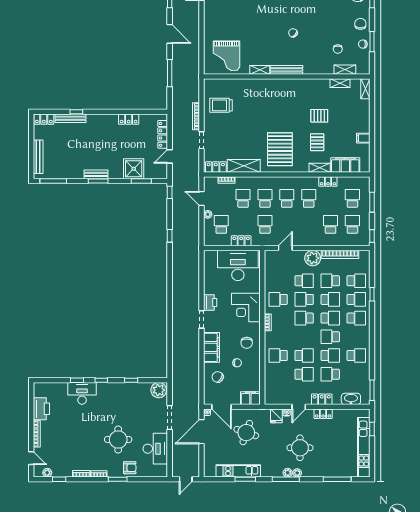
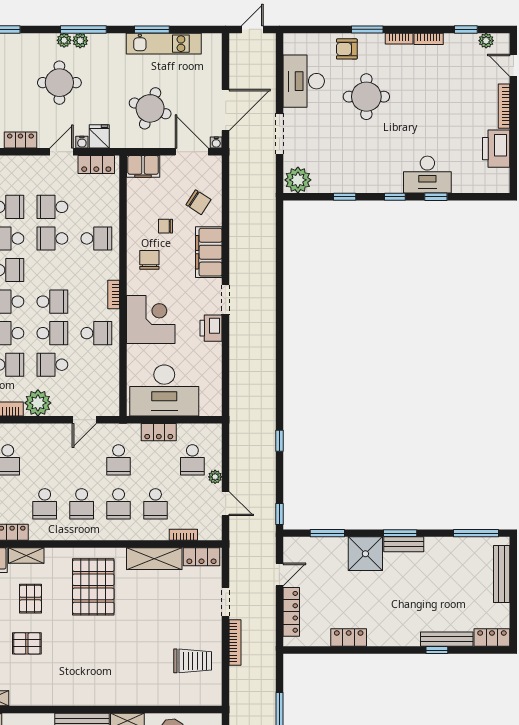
shower: (134, 169) -> (365, 554), moved
locker: (322, 399) -> (96, 165), moved

